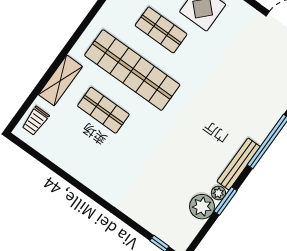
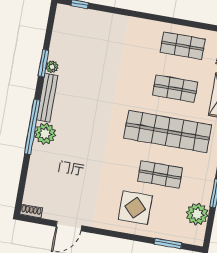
shop shelf: (75, 150) -> (183, 46), added
plant: (202, 207) -> (45, 134), moved

